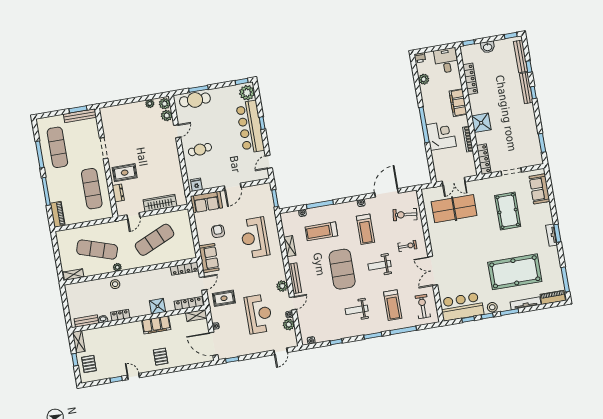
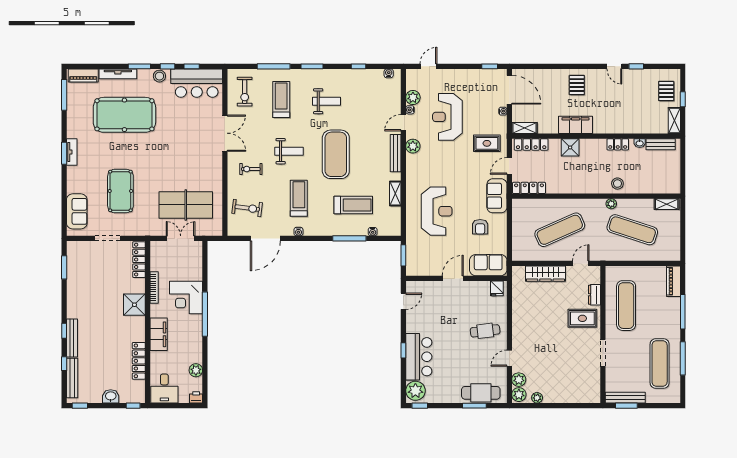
bar counter: (250, 127) -> (419, 357), width x0.73

